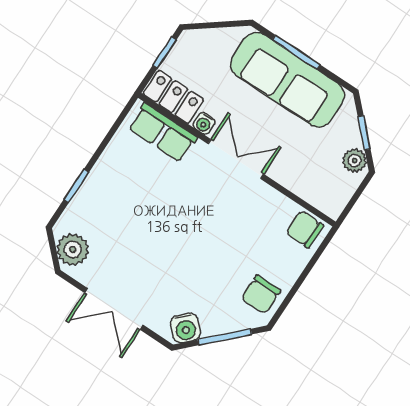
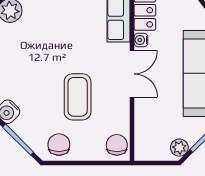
coffee table: (221, 238) -> (78, 97), added
chair: (261, 295) -> (59, 145), turned 90

